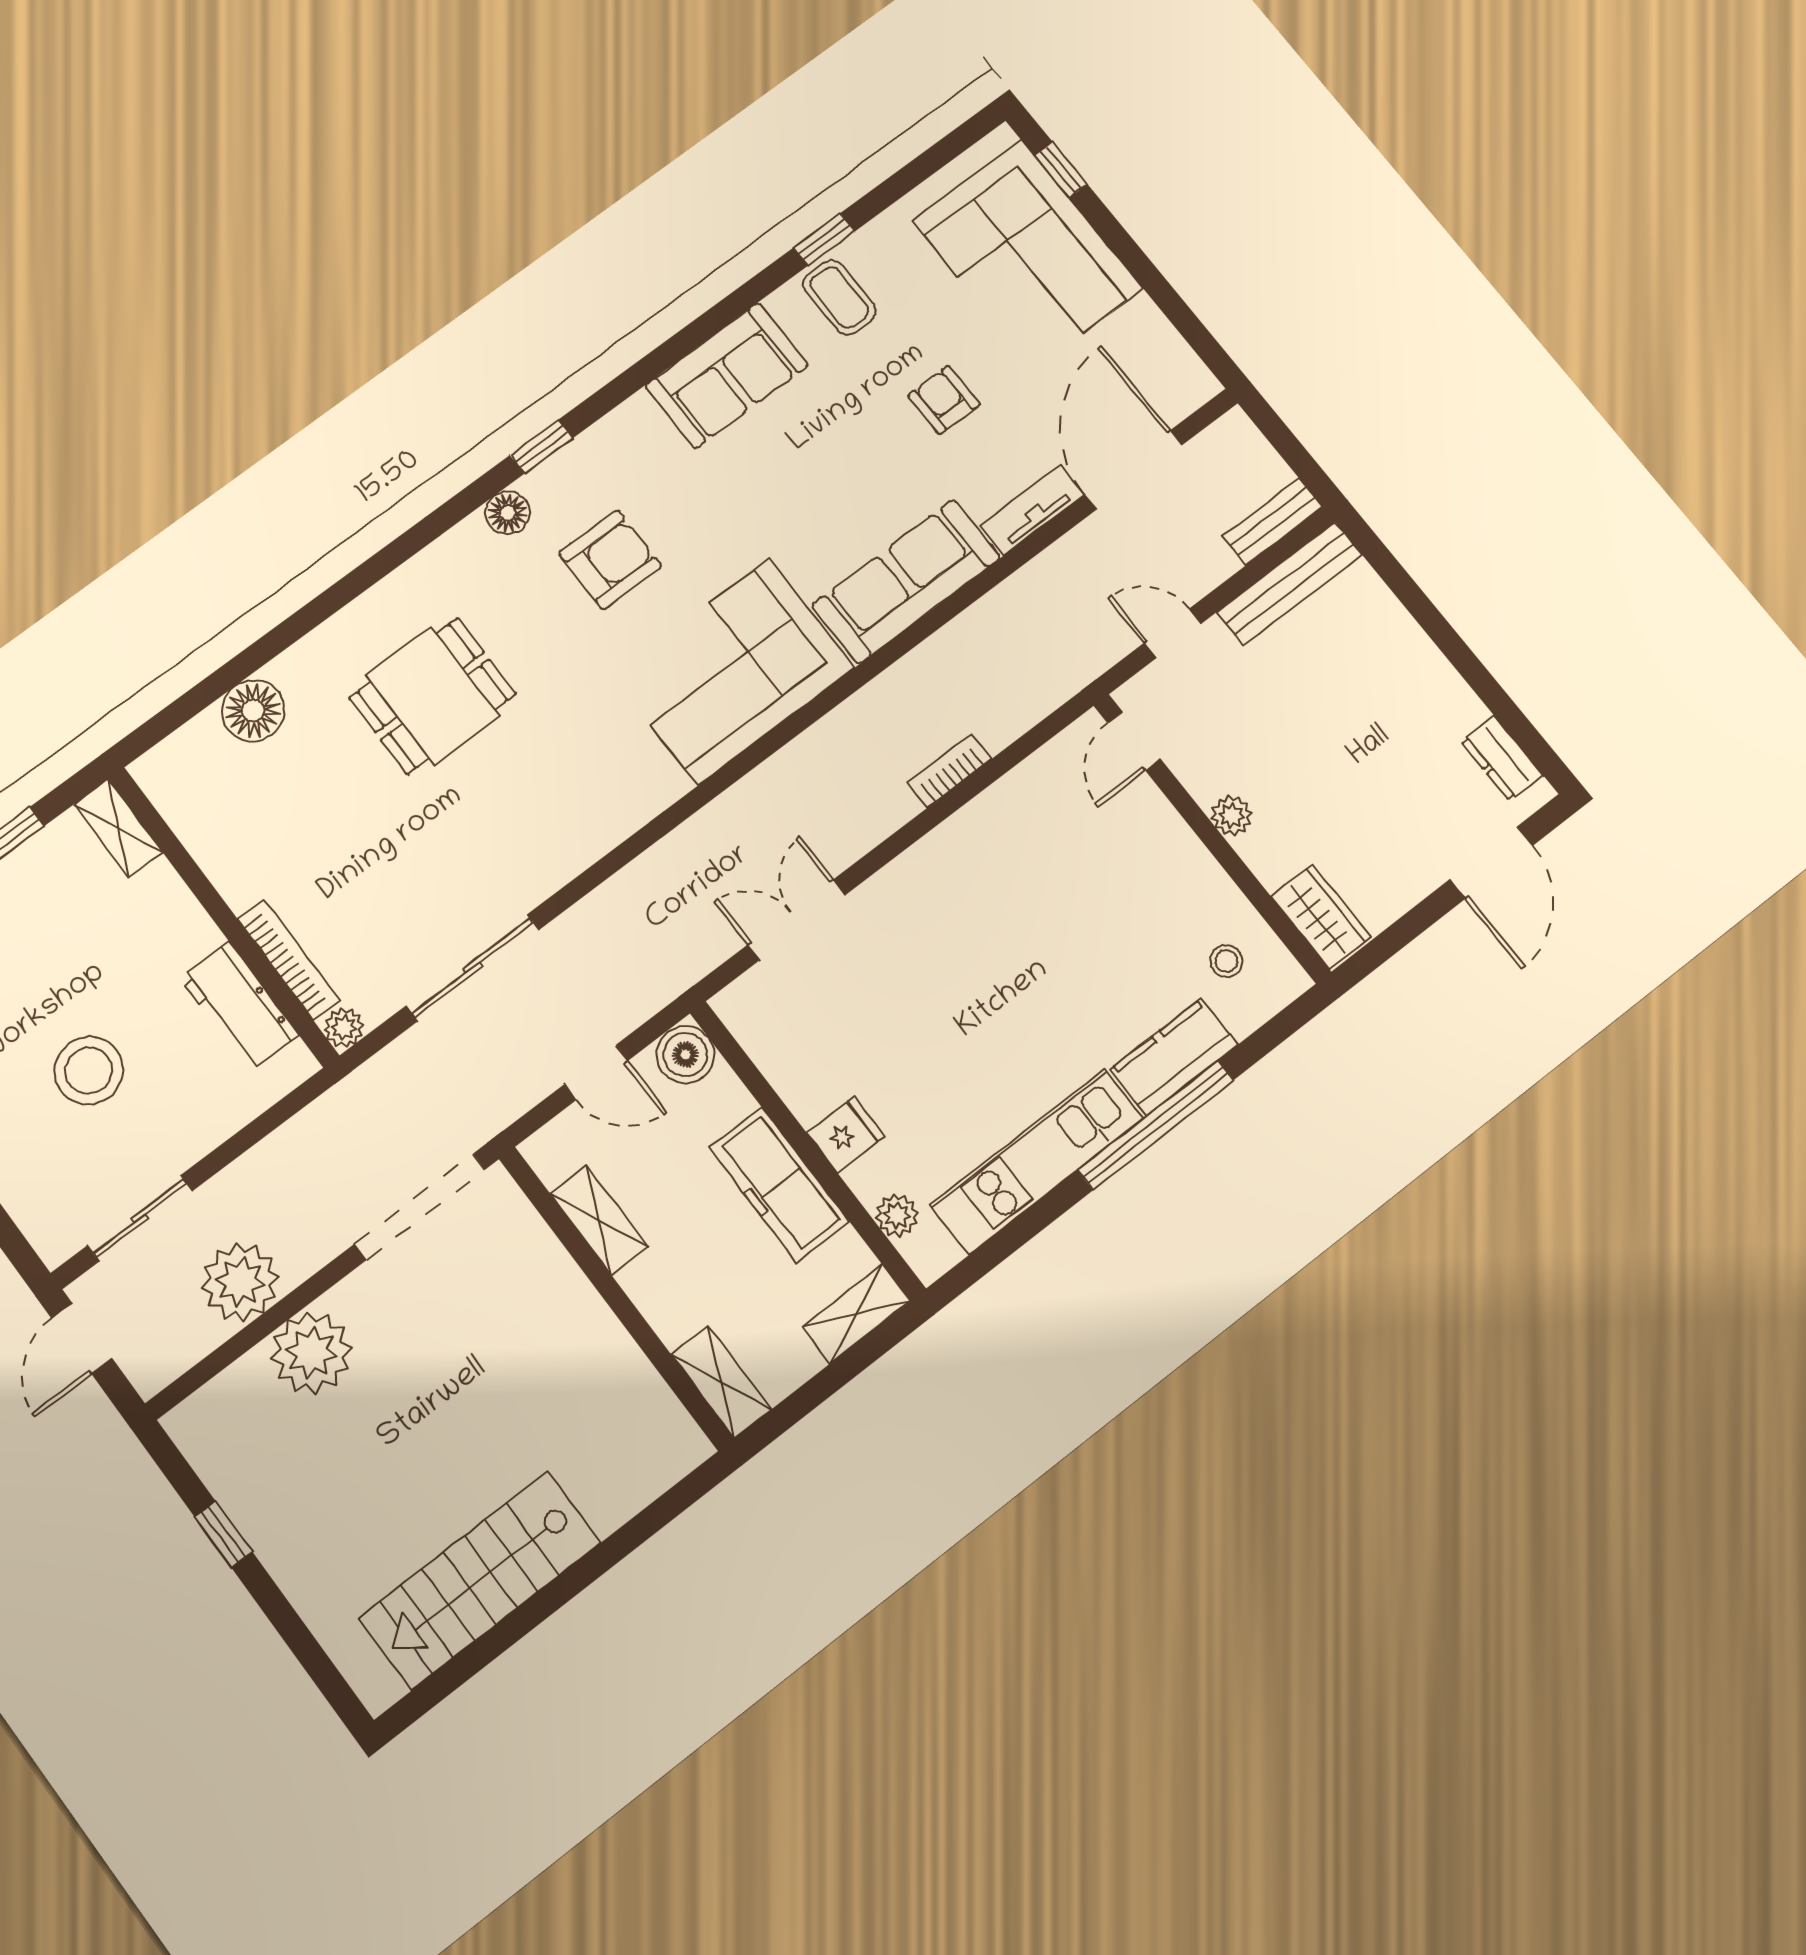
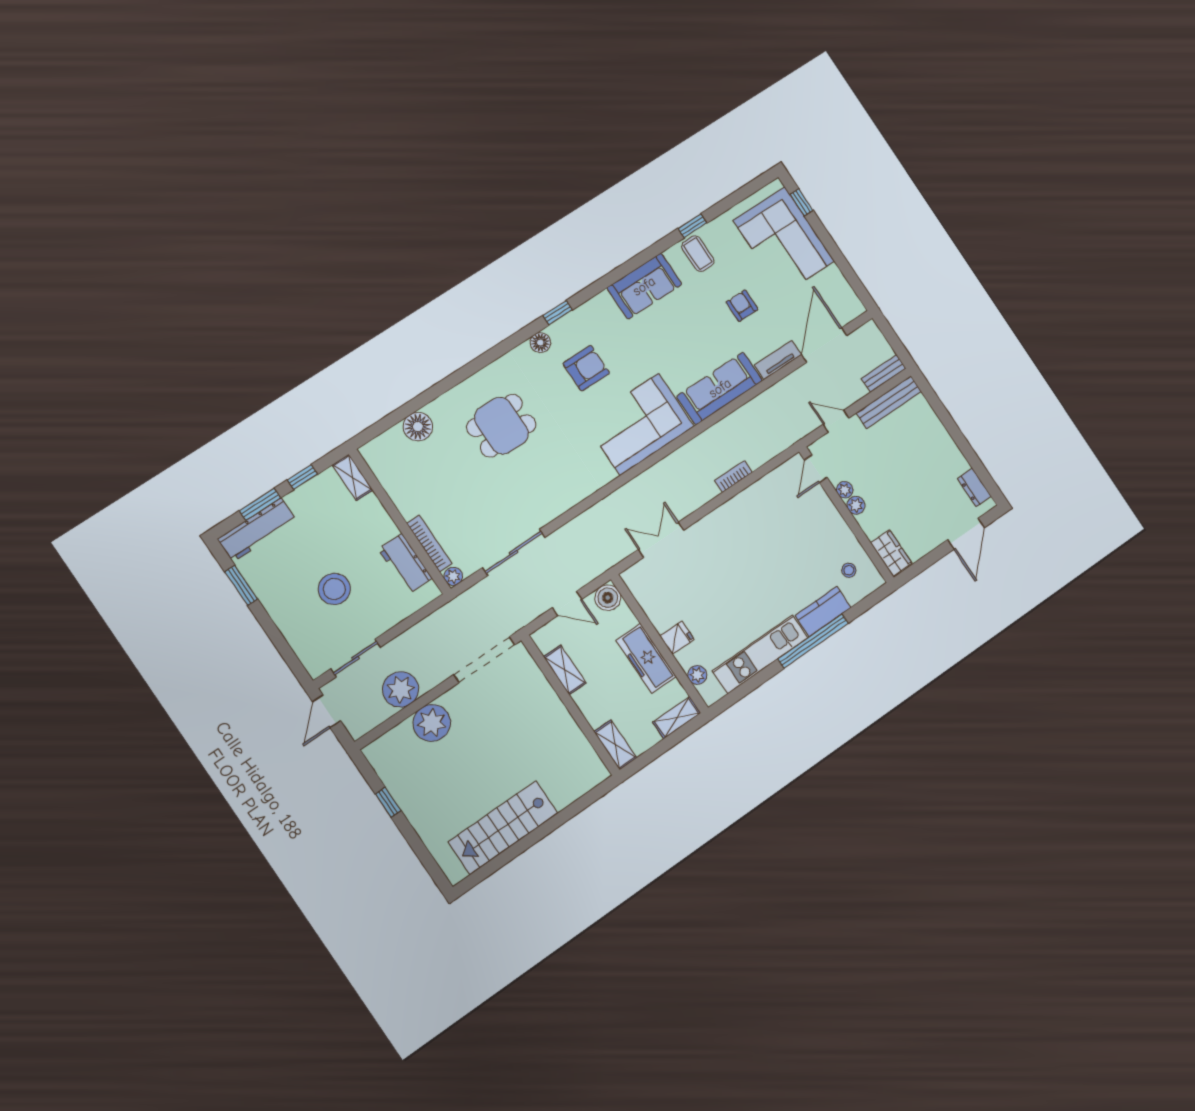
plant: (1203, 783) -> (845, 490), added

